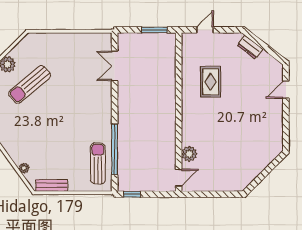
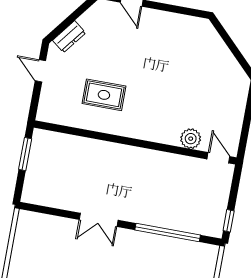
door: (205, 30) -> (40, 71), moved
double door: (115, 66) -> (99, 220), moved
sun lounger: (98, 163) -> (182, 257), removed

